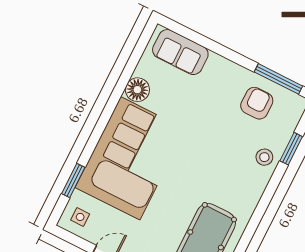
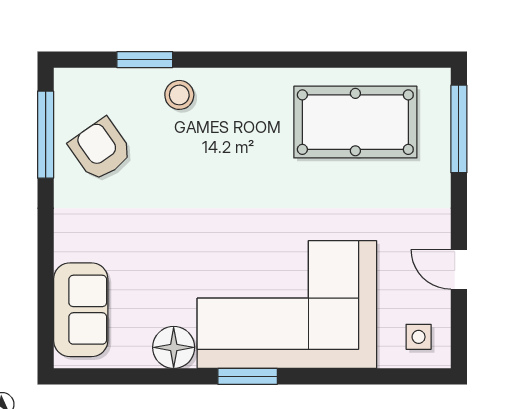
armchair: (257, 103) -> (101, 149), turned 55
window: (73, 180) -> (248, 376), moved

